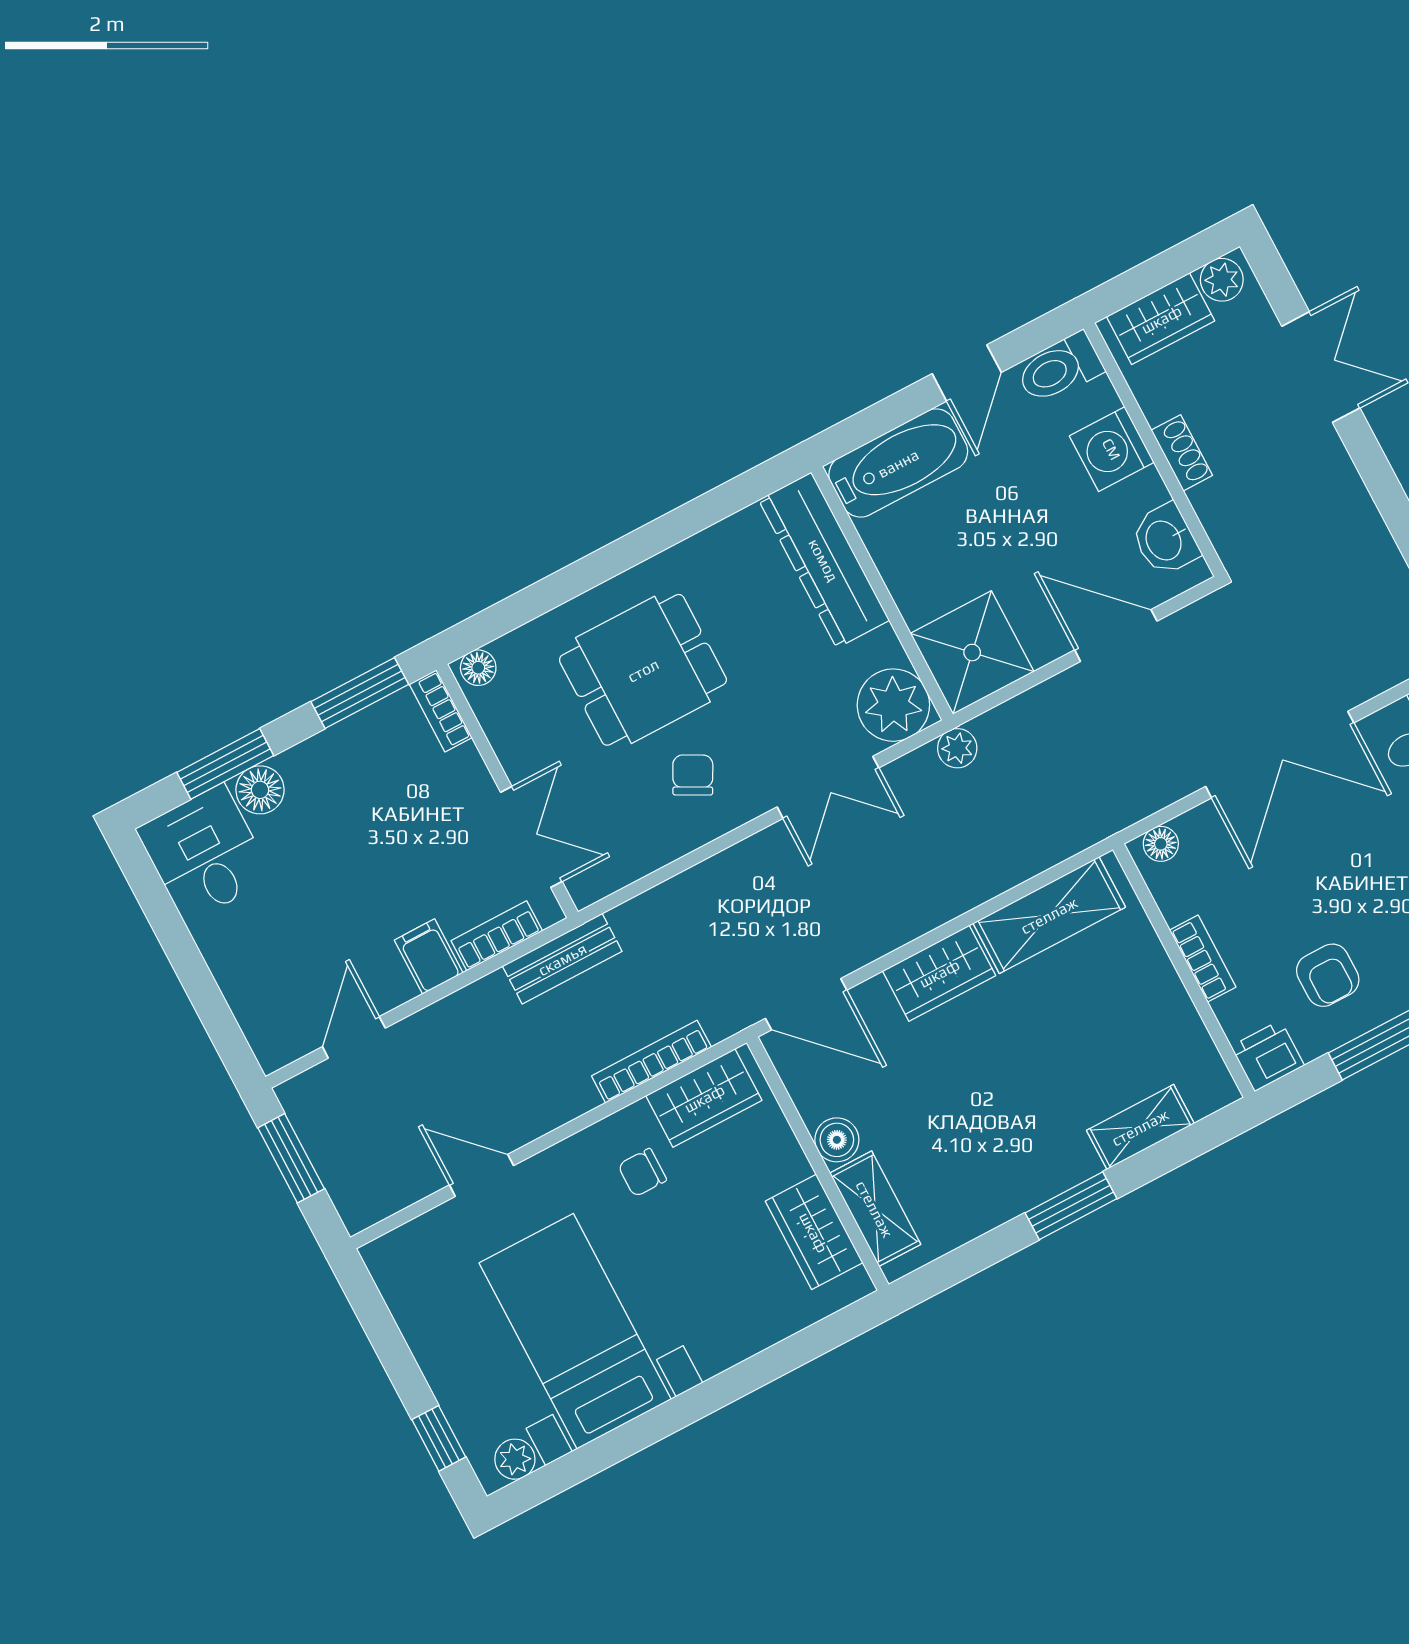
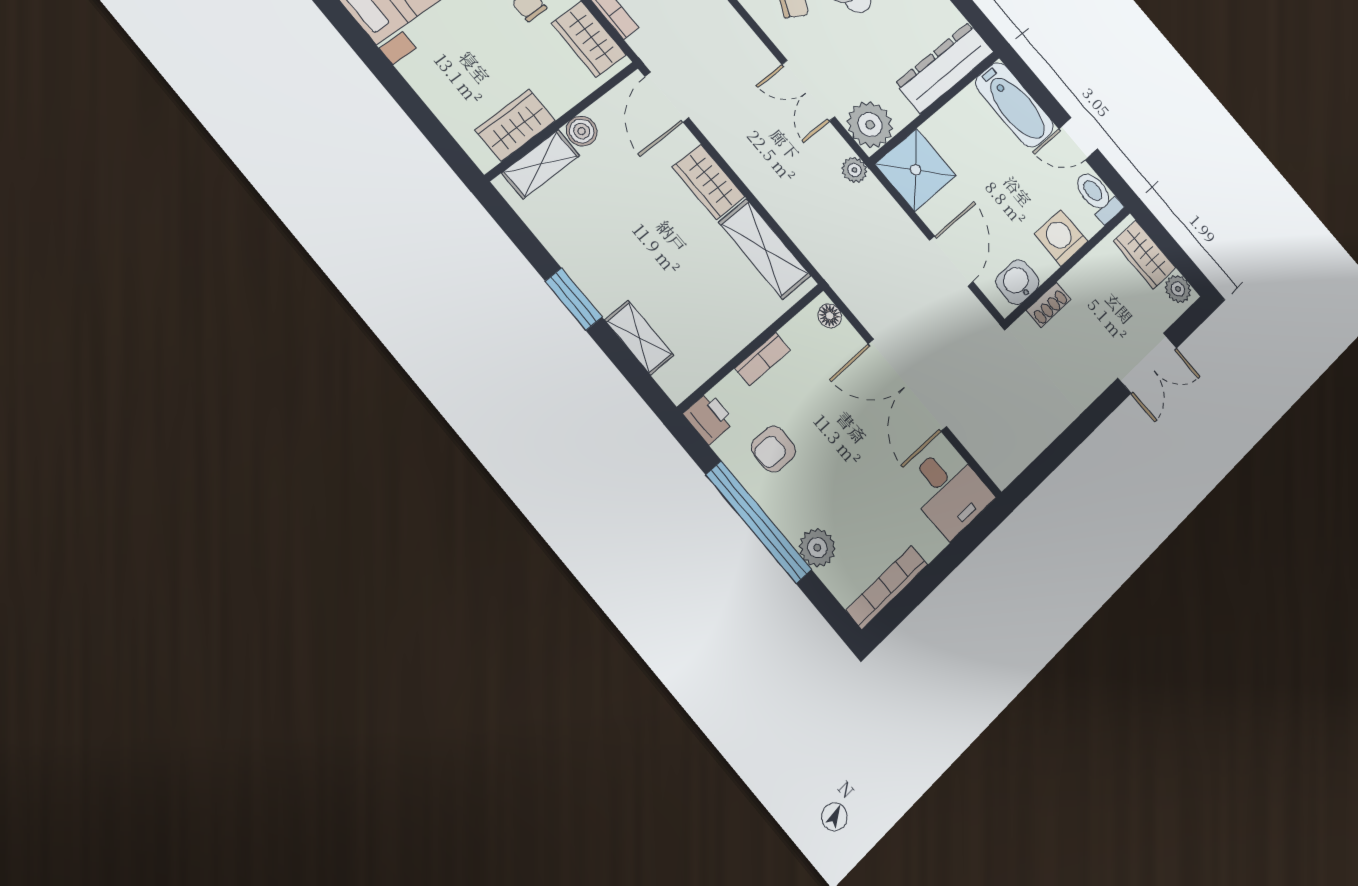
shoe rack: (1182, 453) -> (1049, 305), moved

